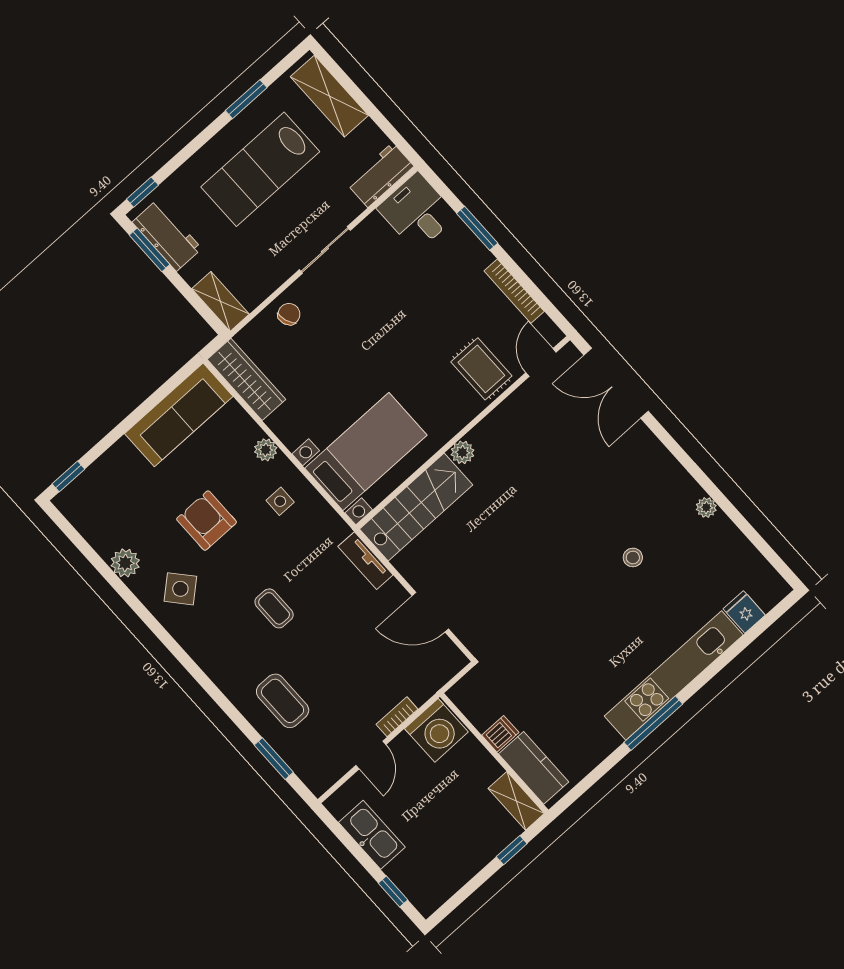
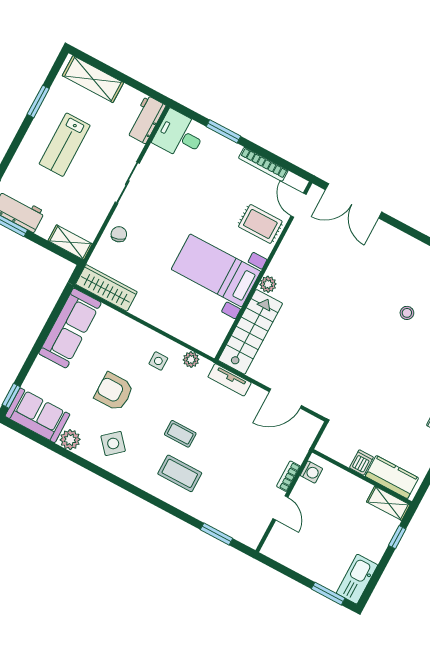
lab bench: (260, 169) -> (65, 145), width x0.73, depth x0.72
plant: (266, 450) -> (191, 360), moved
bed with nightstands: (366, 452) -> (216, 270), moved, turned -90
sofa: (94, 515) -> (37, 415), added
coffee table: (283, 701) -> (180, 473), moved
washing machine: (436, 730) -> (311, 472), width x0.53, depth x0.53
kitchen sink: (372, 835) -> (357, 579), moved, turned -90
window: (393, 891) -> (328, 594), width x1.50

